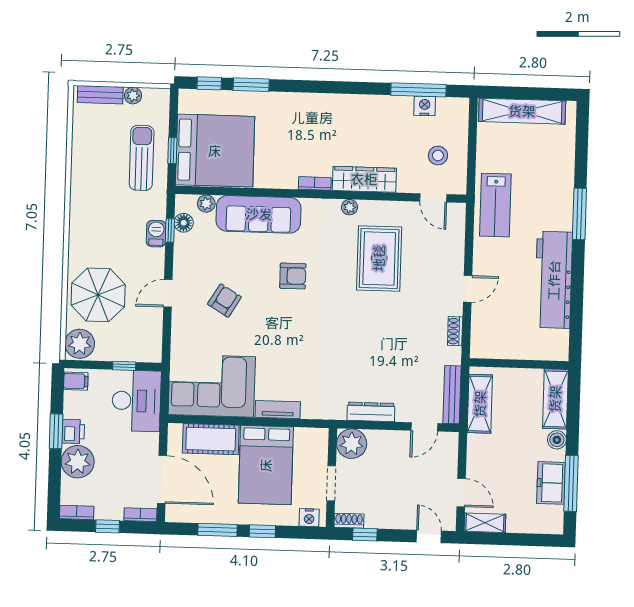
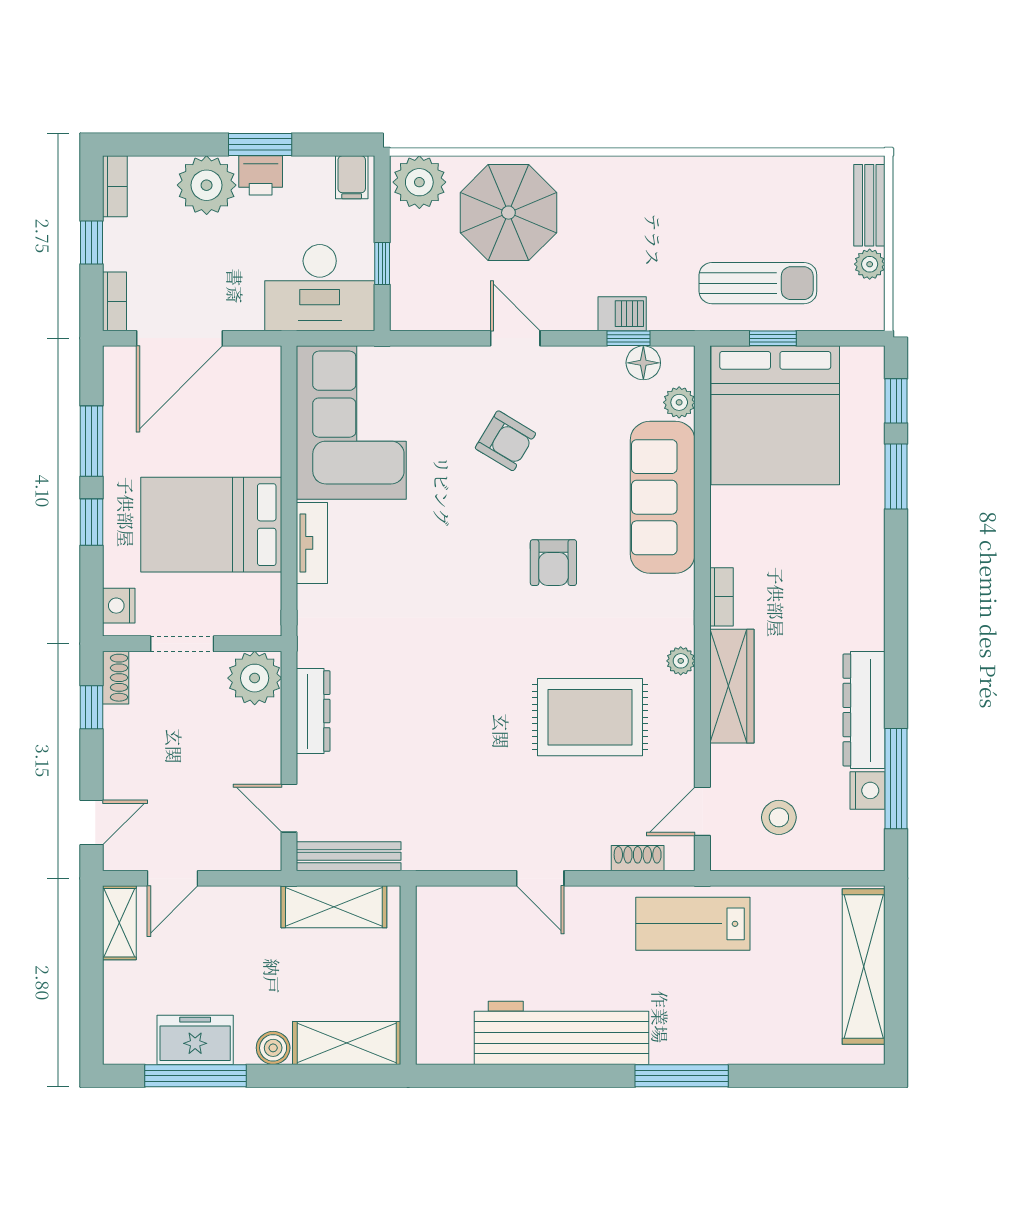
dresser: (380, 106) -> (864, 710), added
shoe rack: (455, 331) -> (638, 858), moved
cot: (211, 439) -> (255, 424), removed

